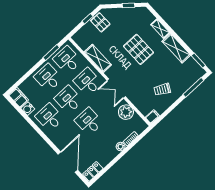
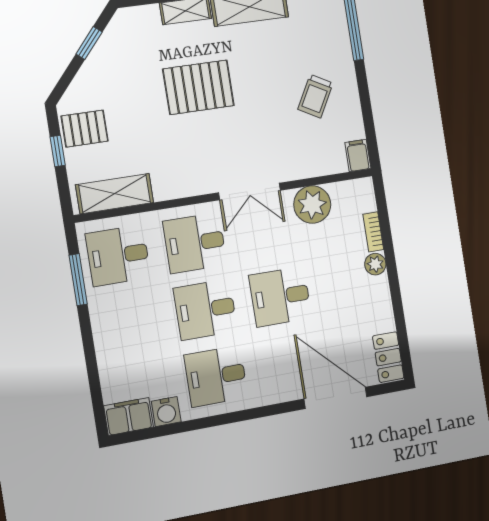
shelving: (98, 58) -> (115, 194), moved
desk: (48, 78) -> (129, 323), removed

